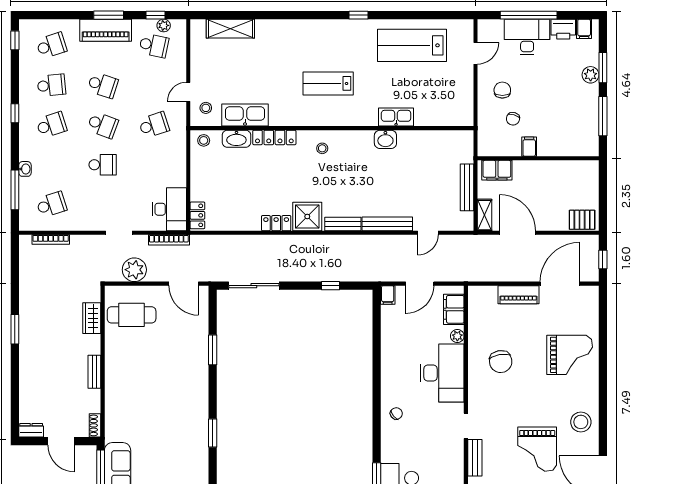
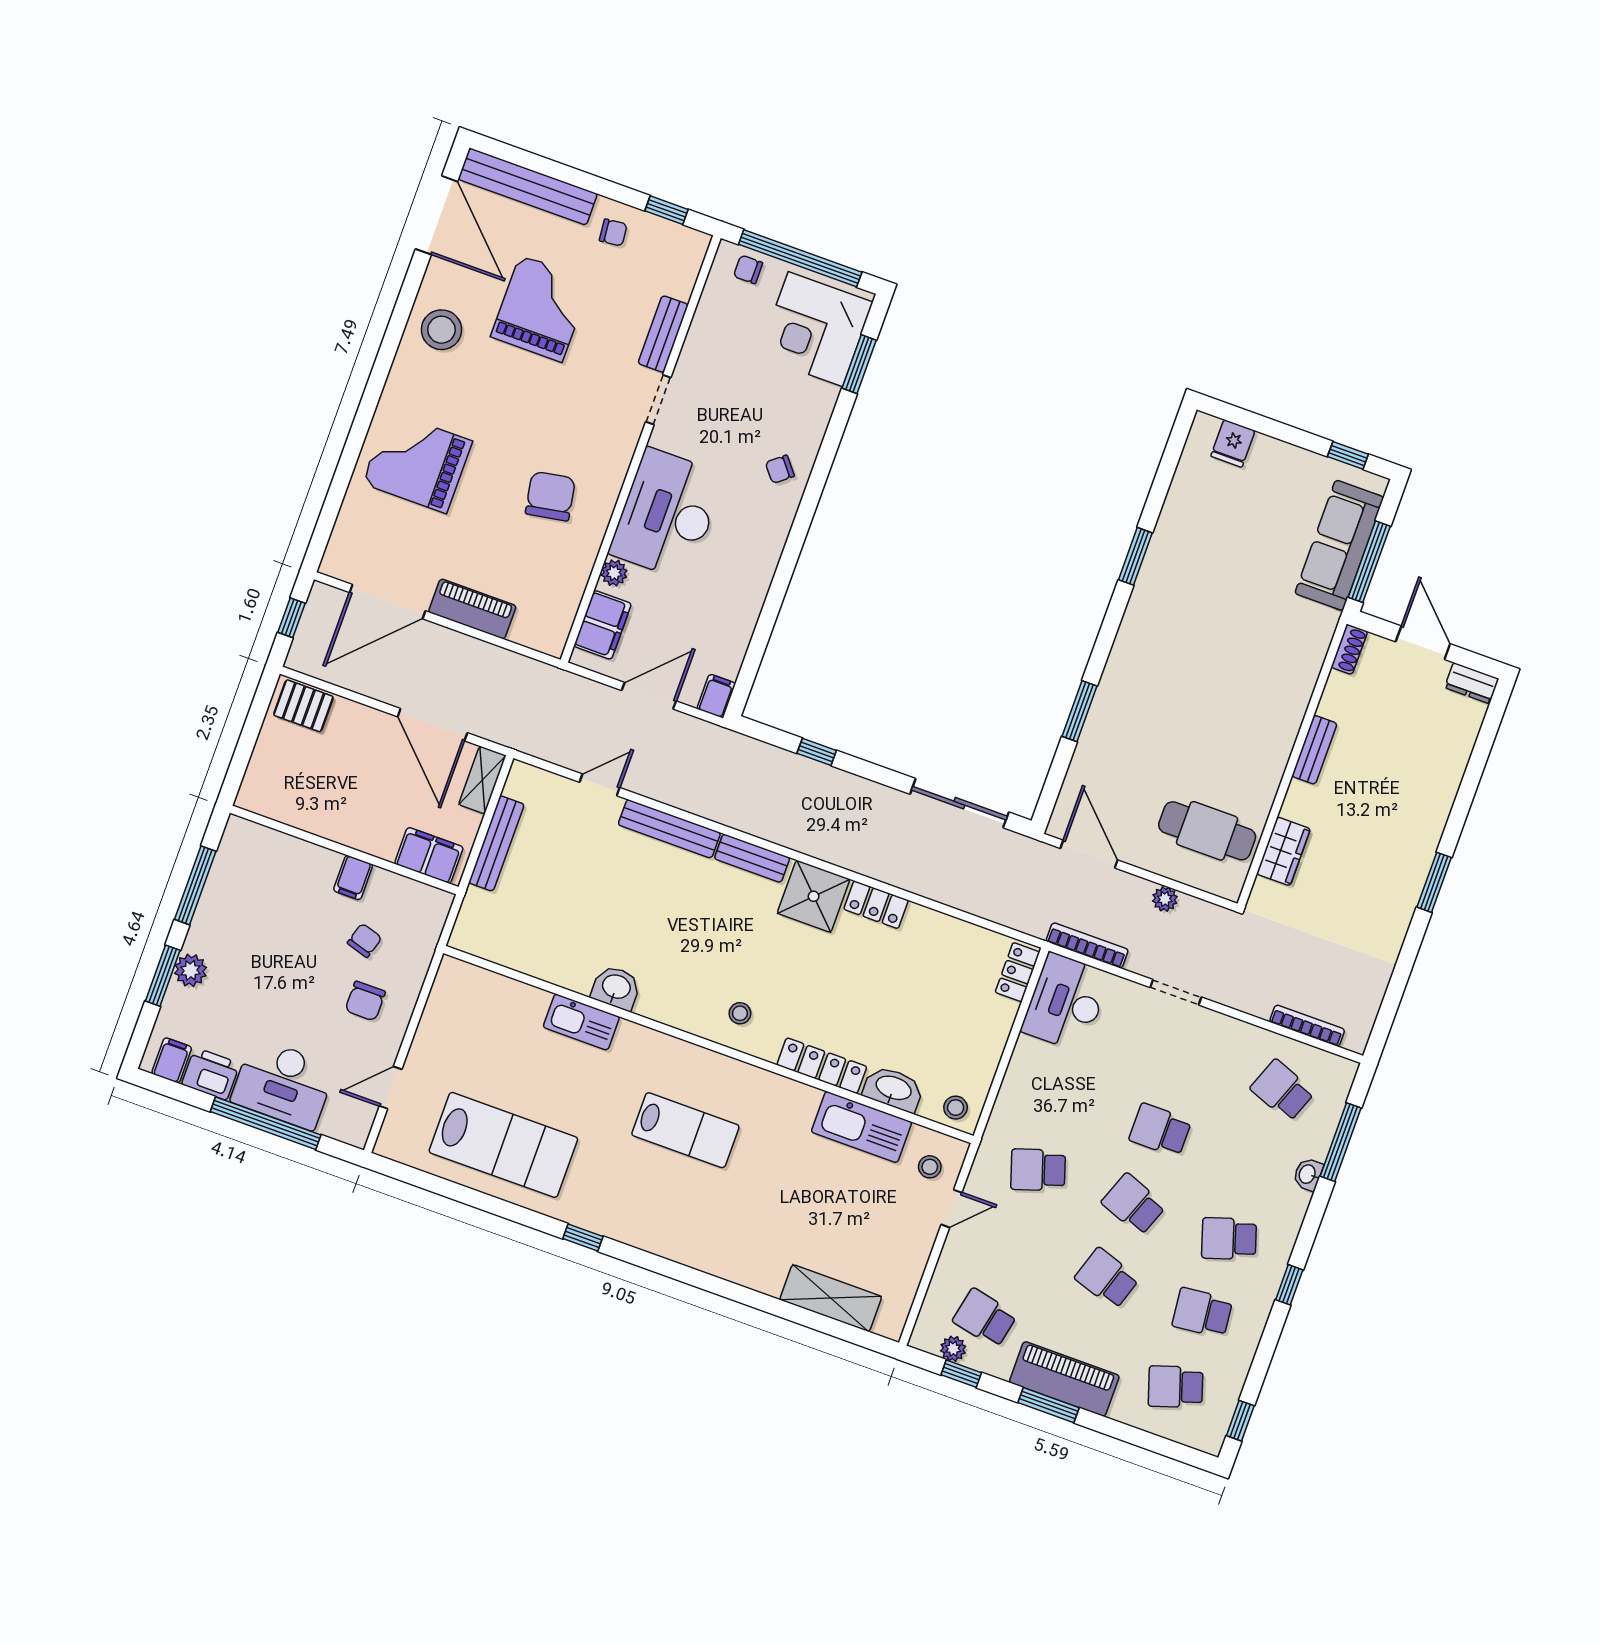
school desk: (51, 204) -> (1282, 1090), turned 39
plant: (134, 270) -> (1165, 899), width x0.53, depth x0.53

